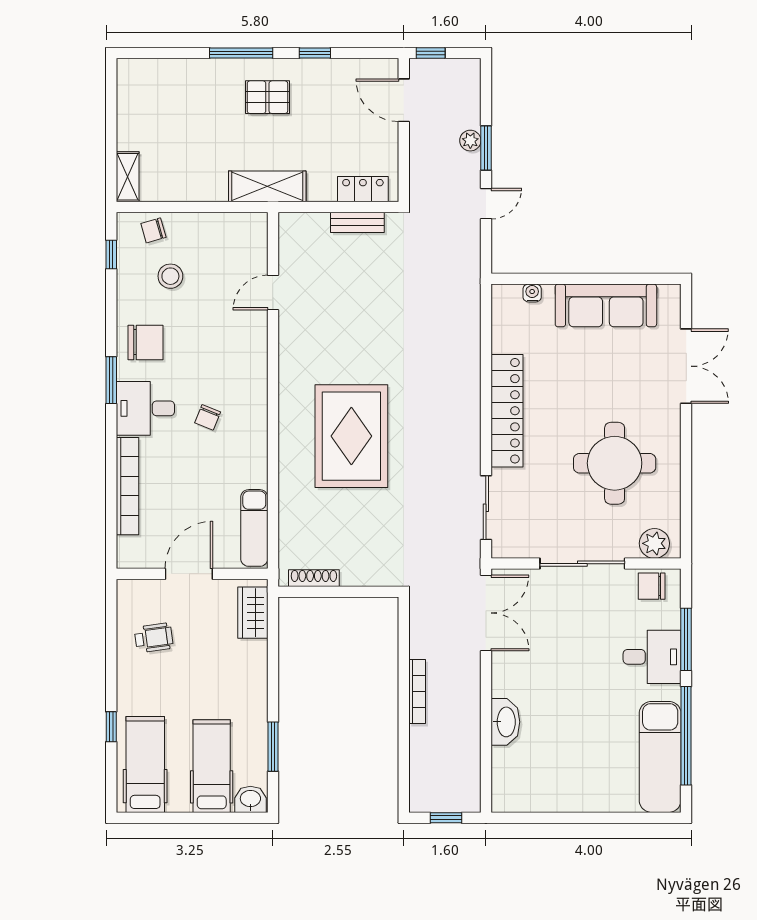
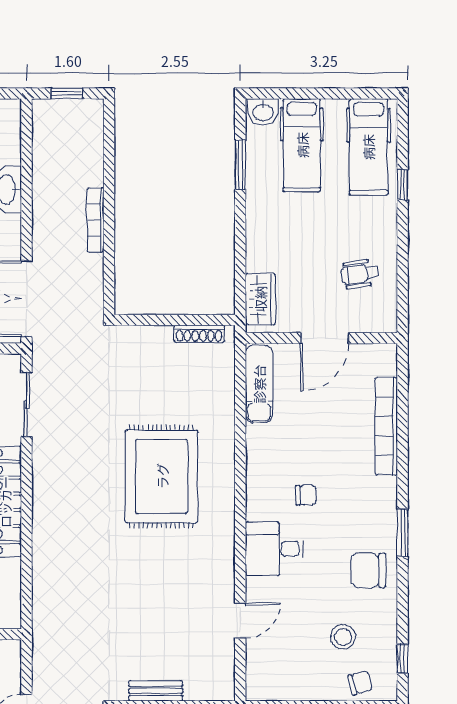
desk: (145, 408) -> (275, 549), moved, turned 180
chair: (208, 417) -> (306, 495), turned 68

